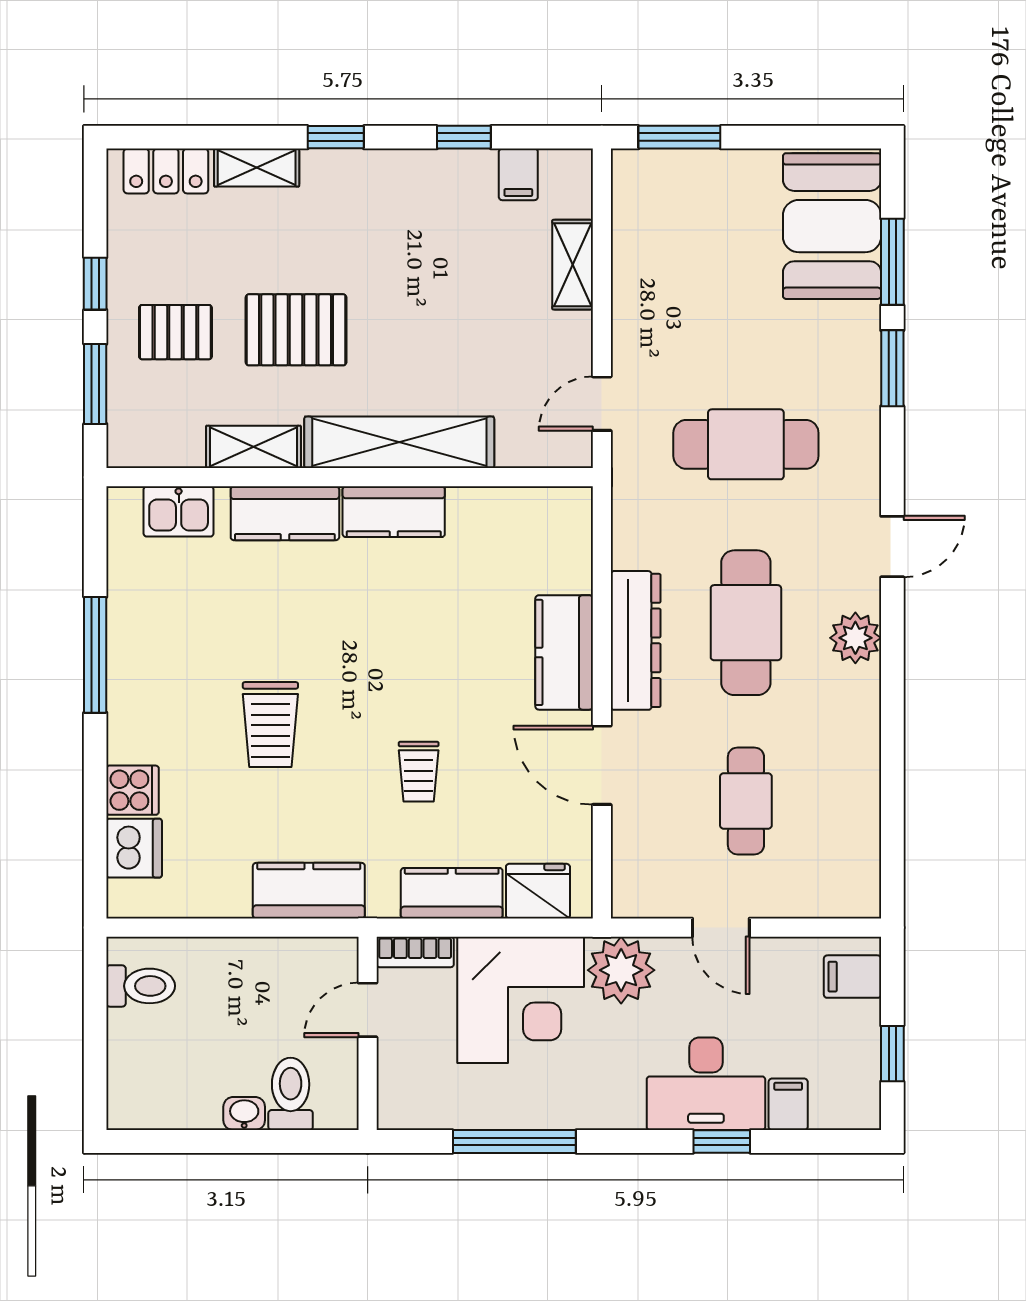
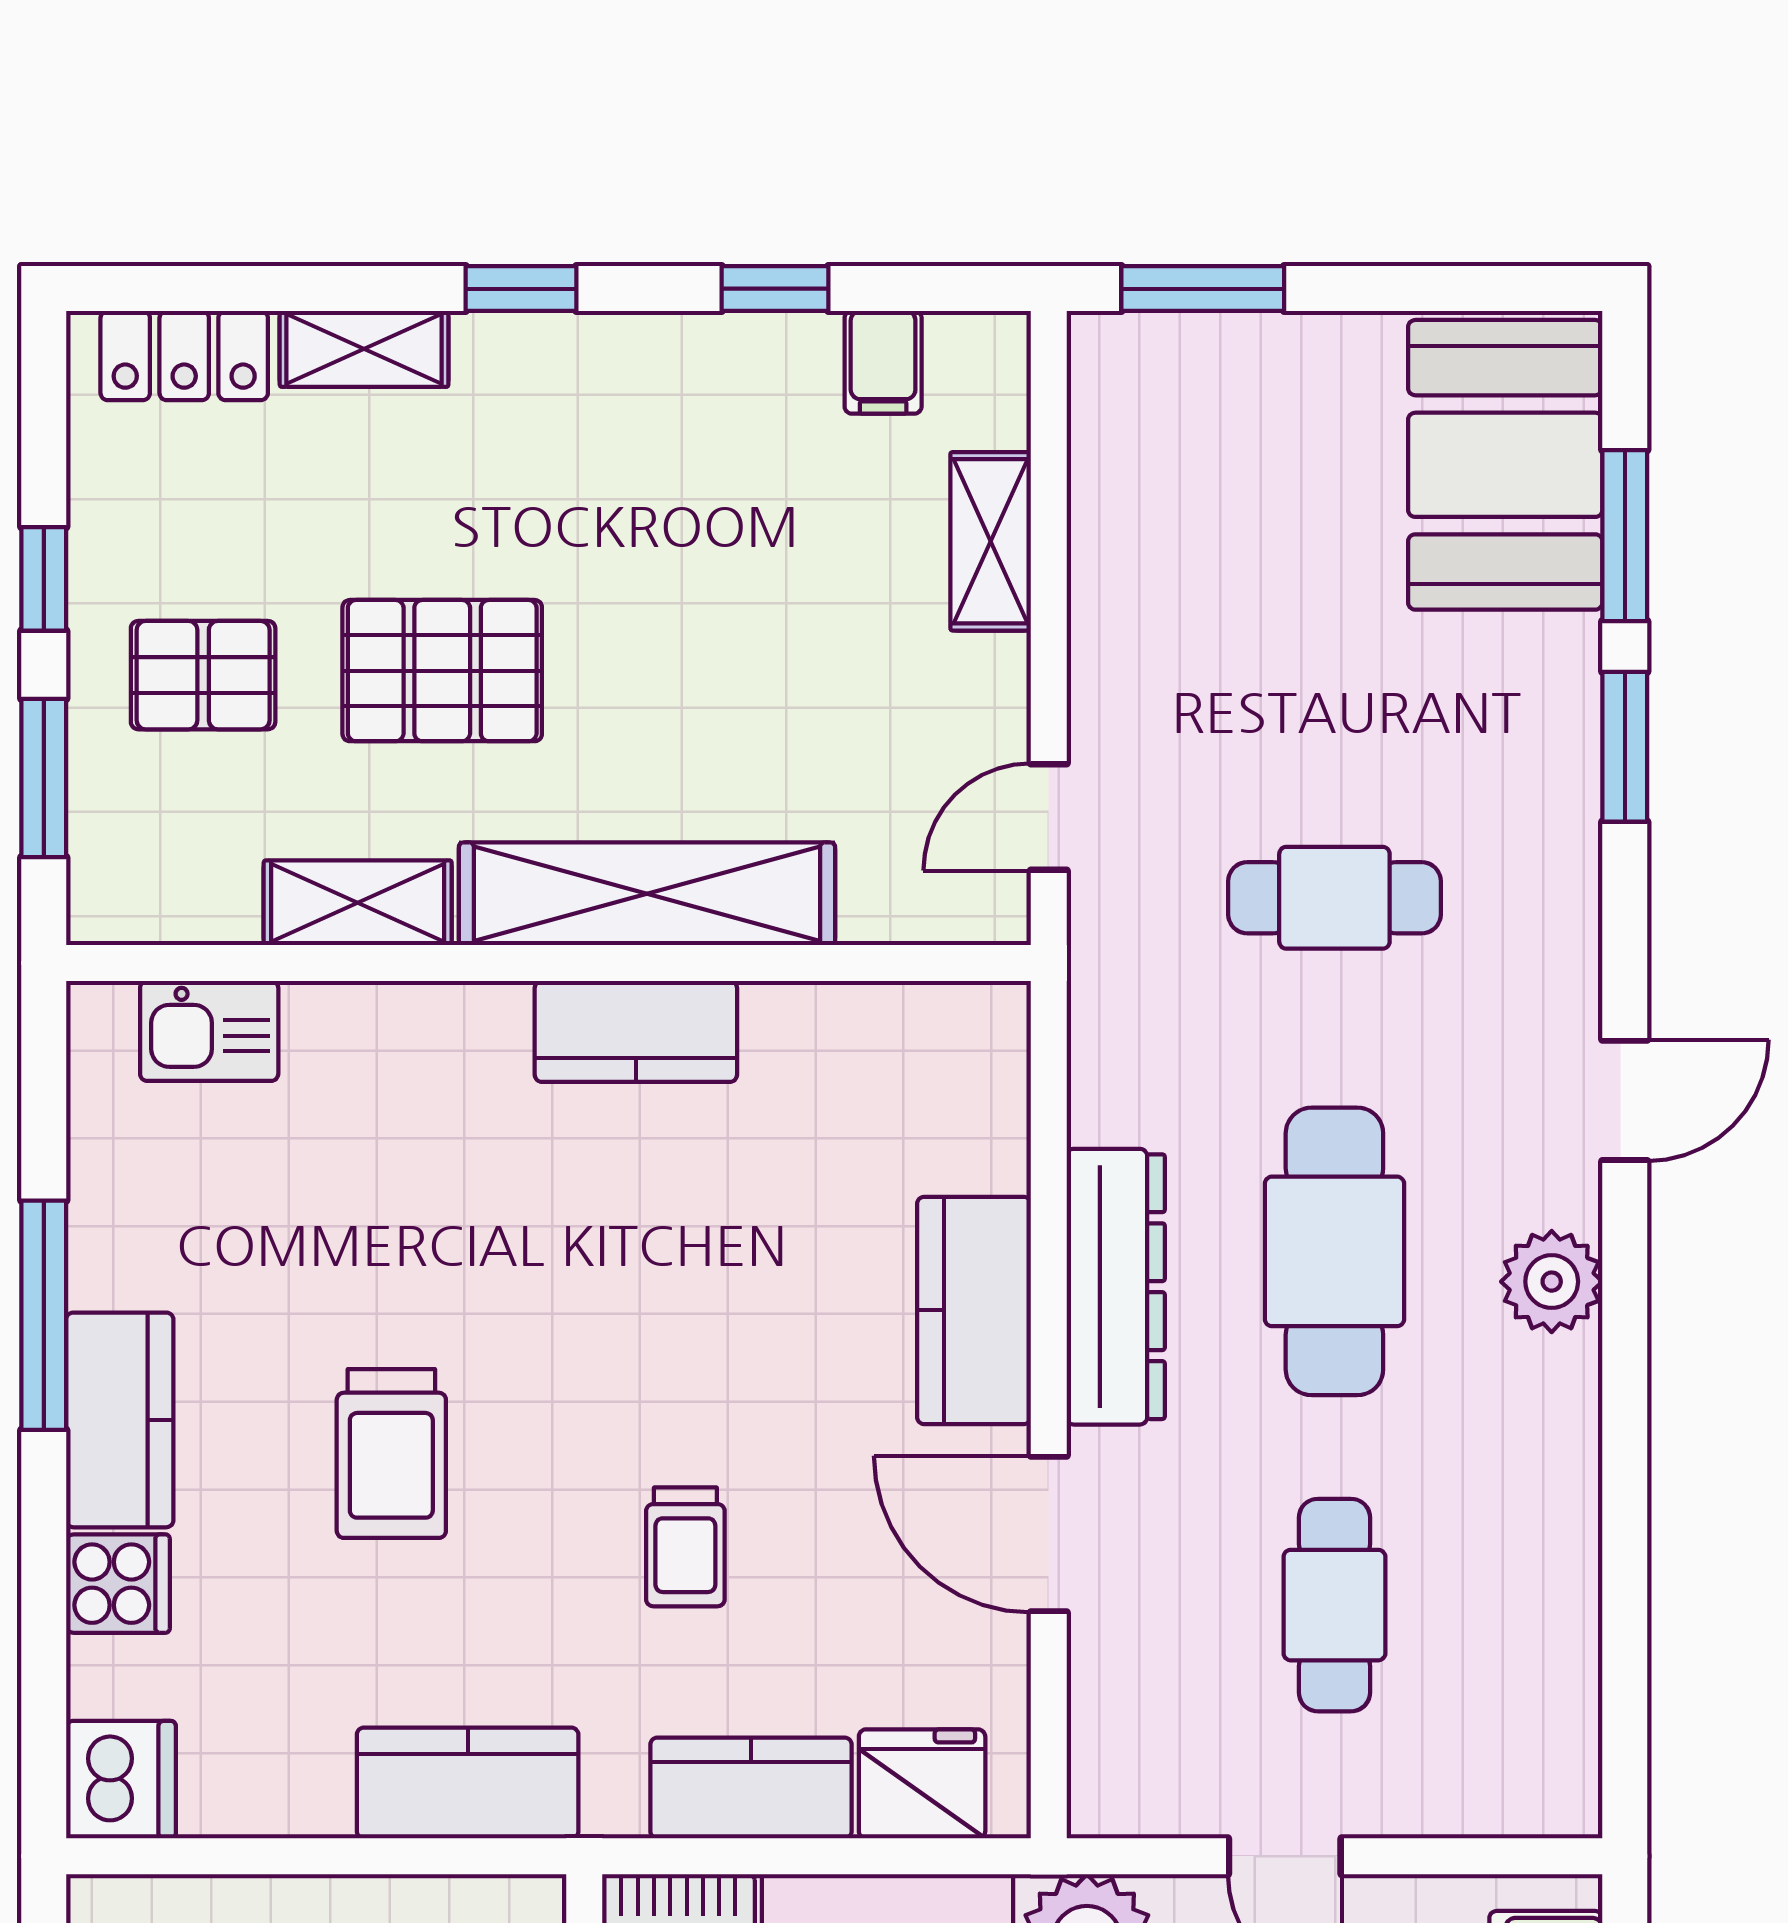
cafe table: (746, 444) -> (1334, 898), width x0.73, depth x0.74
kitchen counter: (285, 513) -> (120, 1420), moved, turned -90
dishwasher: (134, 848) -> (121, 1780), moved

